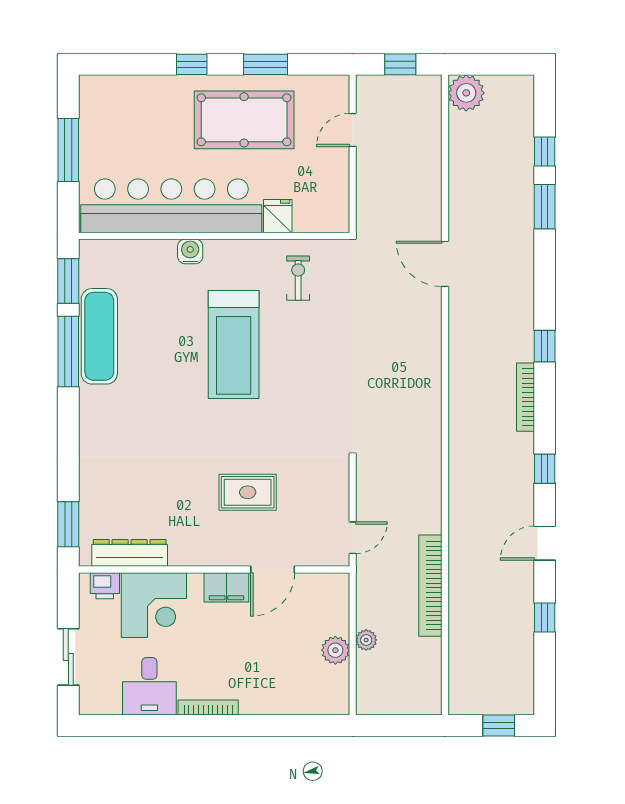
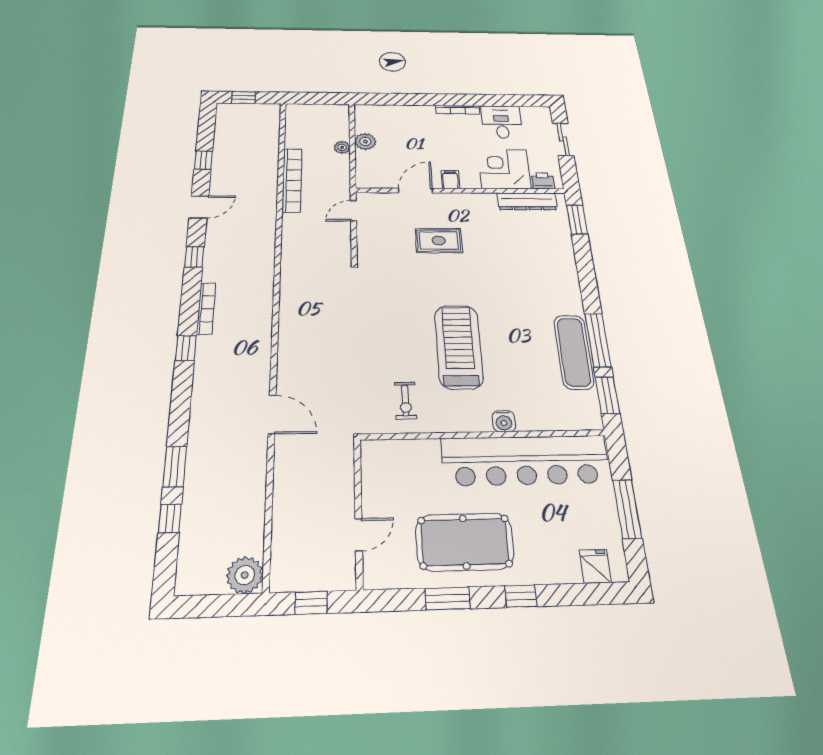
fridge: (278, 216) -> (595, 566), moved, turned 180
filing cabinet: (226, 587) -> (450, 180), width x0.50

